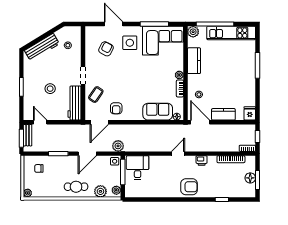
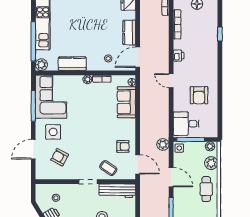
armchair: (189, 187) -> (199, 95), moved, turned 180

